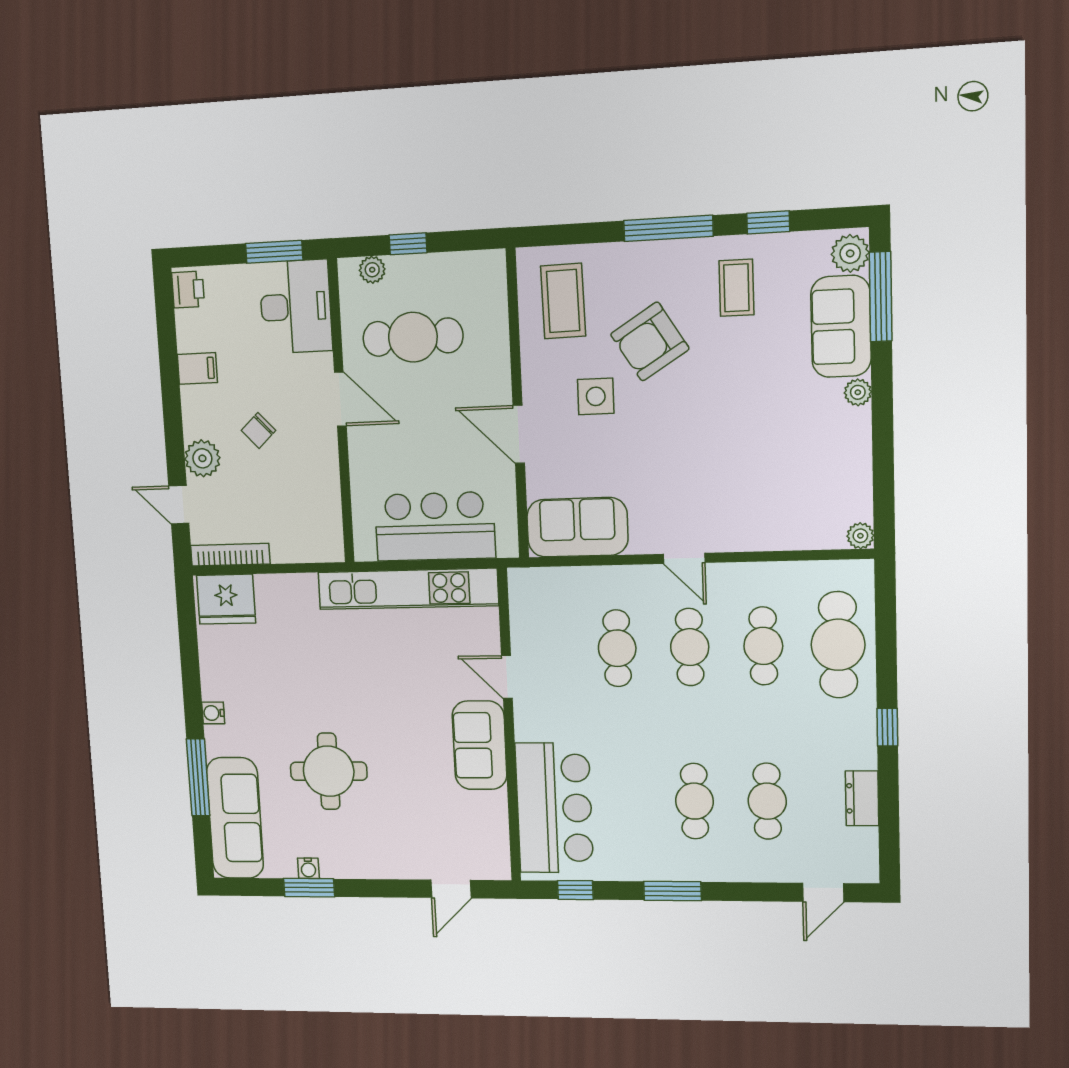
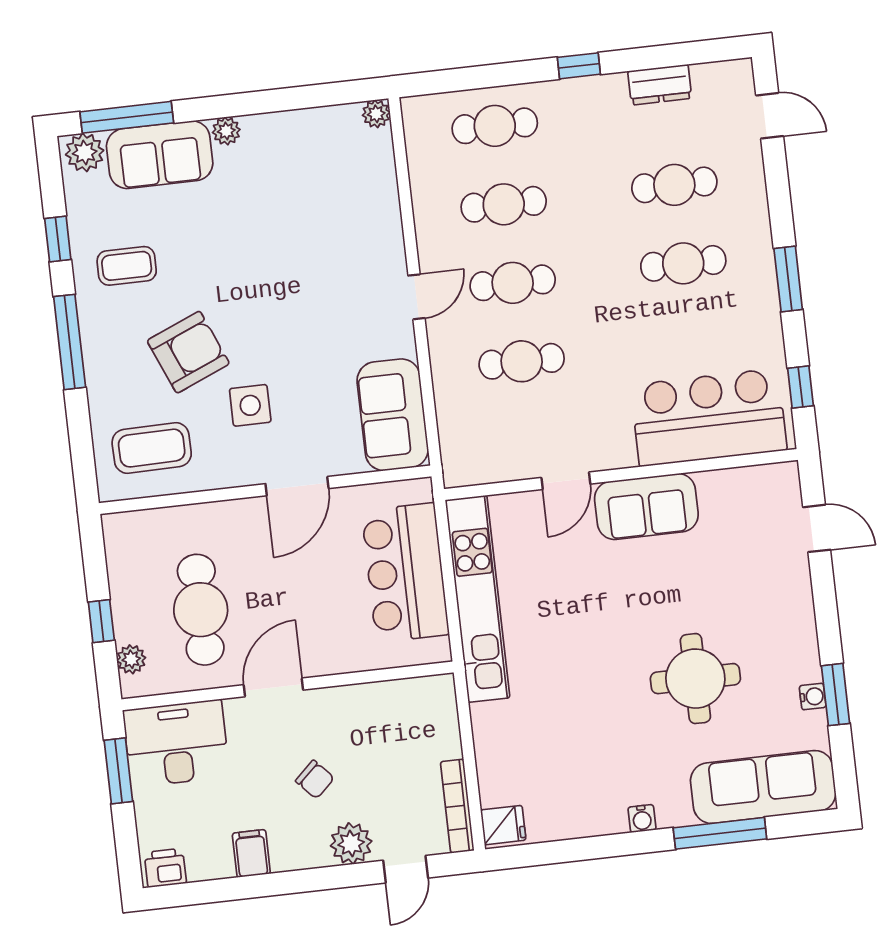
armchair: (650, 341) -> (188, 352), turned -81
fridge: (226, 599) -> (503, 825), width x0.53, depth x0.75
cafe table: (838, 645) -> (495, 126), width x0.73, depth x0.74

